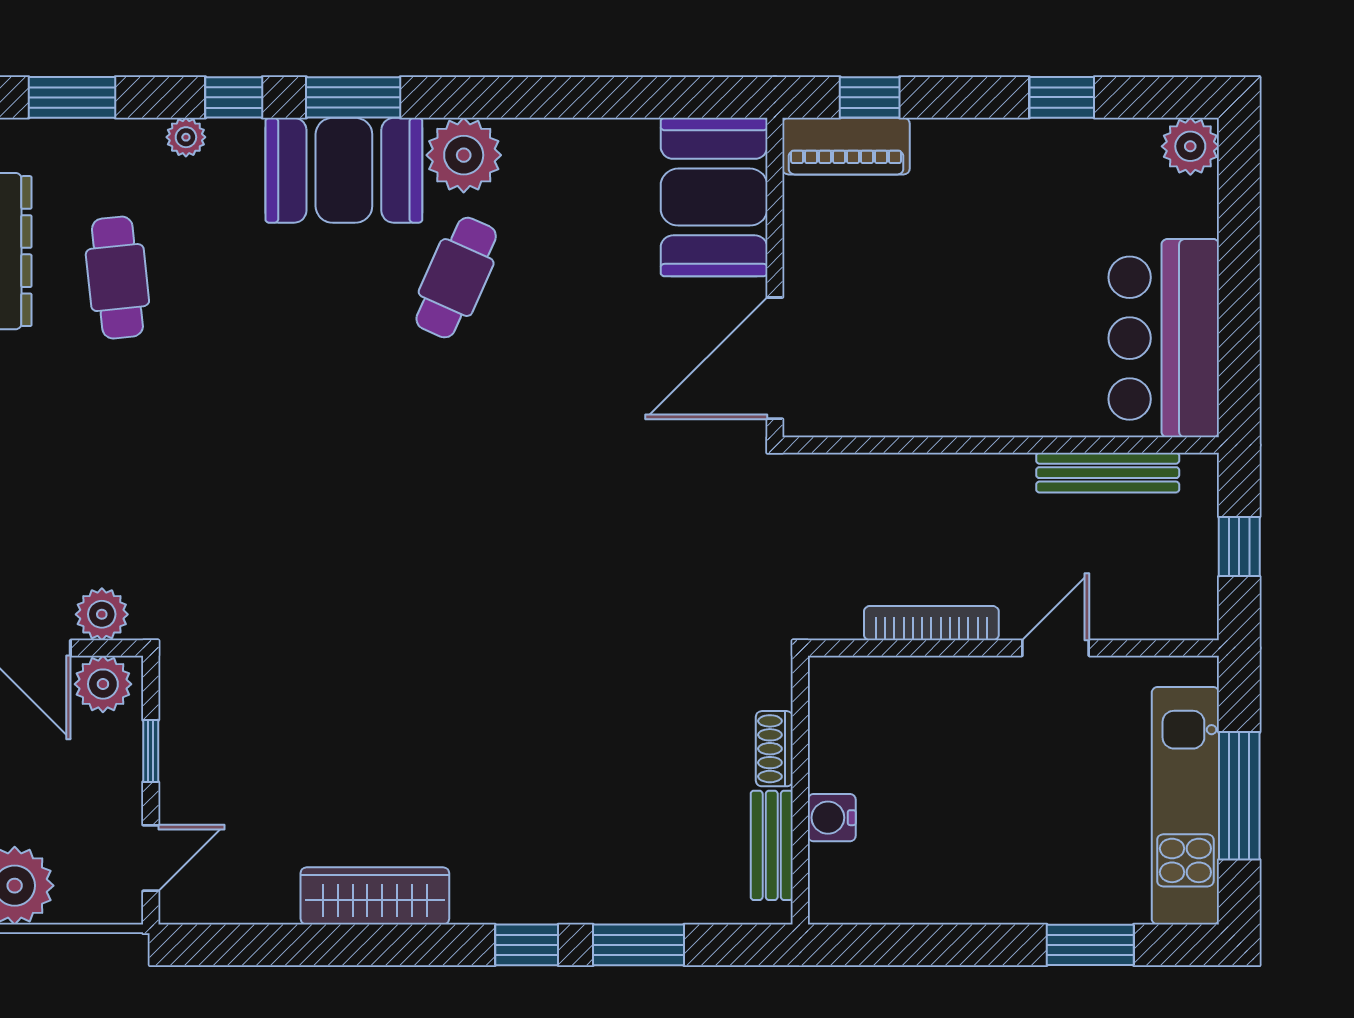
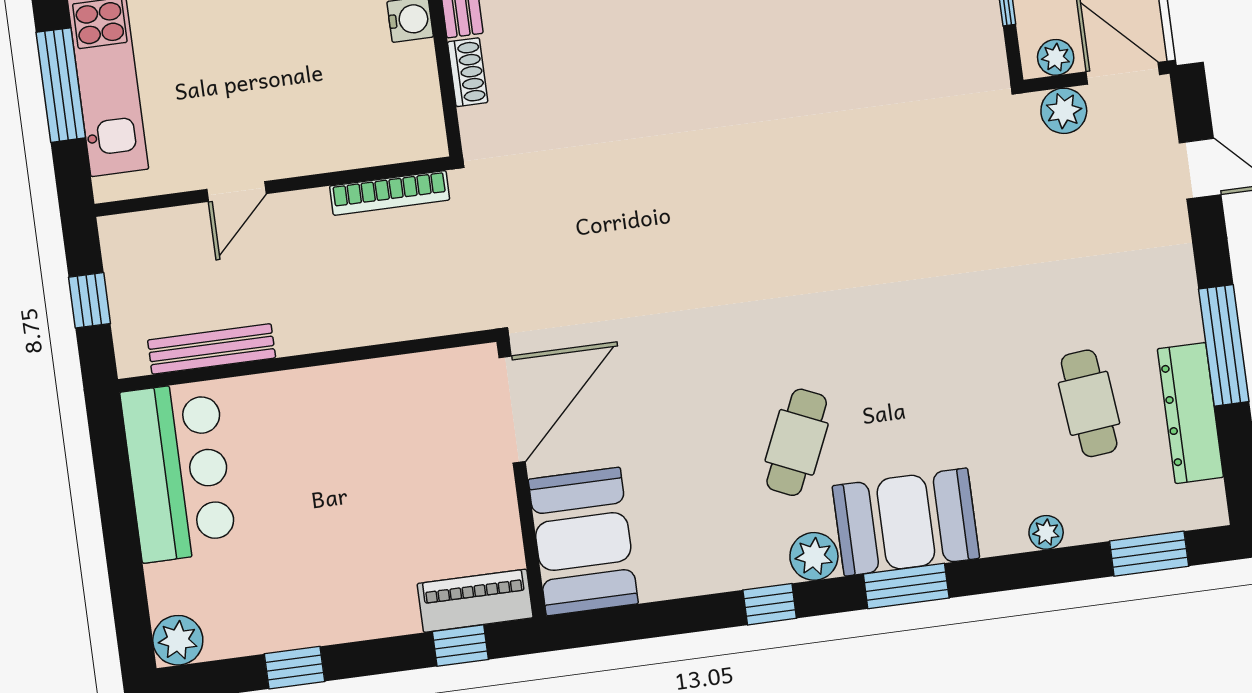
window: (234, 97) -> (770, 604), moved
plant: (464, 155) -> (814, 556), width x0.73, depth x0.73
bookcase: (931, 623) -> (390, 193), moved
plant: (103, 684) -> (1056, 57), width x0.73, depth x0.73

